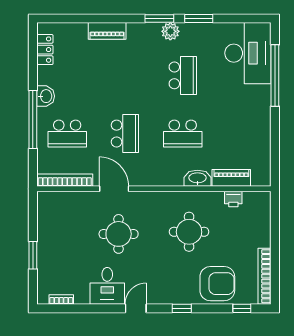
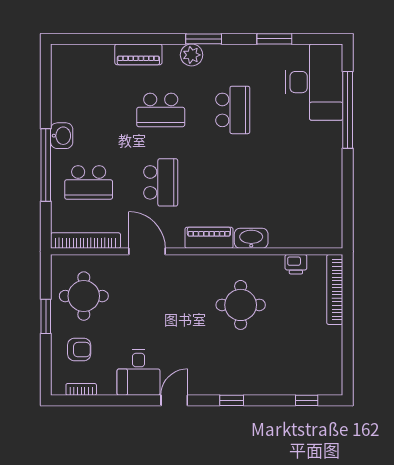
window: (199, 18) -> (274, 39), moved
plant: (170, 31) -> (192, 55), moved
locker: (45, 50) -> (61, 78), removed
school desk: (183, 134) -> (161, 110), moved
piano: (231, 178) -> (209, 238), moved
round table: (119, 234) -> (84, 296), moved
window: (33, 255) -> (46, 316), moved
bookcase: (264, 276) -> (335, 290), moved
armchair: (217, 284) -> (79, 350), moved, width x0.53, depth x0.53

